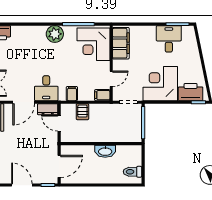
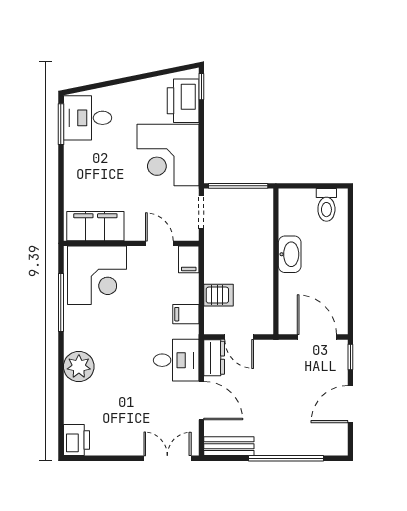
plant: (55, 34) -> (79, 367), moved
desk: (169, 39) -> (88, 118), moved
door: (59, 123) -> (239, 337), hinge flipped

